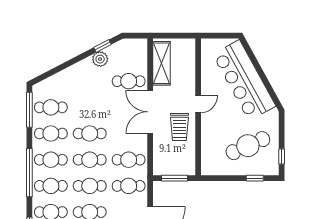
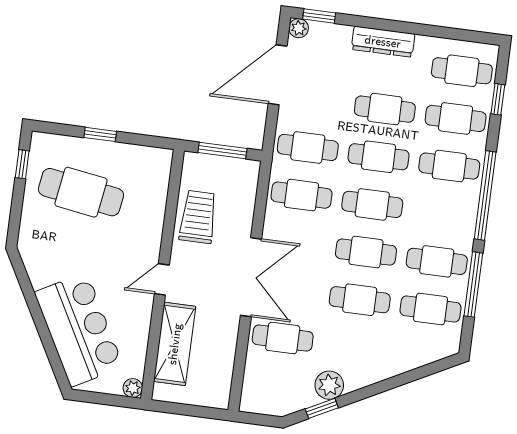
plant: (206, 44) -> (133, 388), added
shelving: (162, 63) -> (175, 344), moved
bar counter: (244, 80) -> (79, 330), width x0.73
window: (29, 110) -> (473, 284), moved
trolley: (179, 127) -> (198, 217), moved
cafe table: (248, 146) -> (81, 192), turned 33
cafe table: (51, 160) -> (360, 300), moved
window: (255, 178) -> (100, 134), moved

